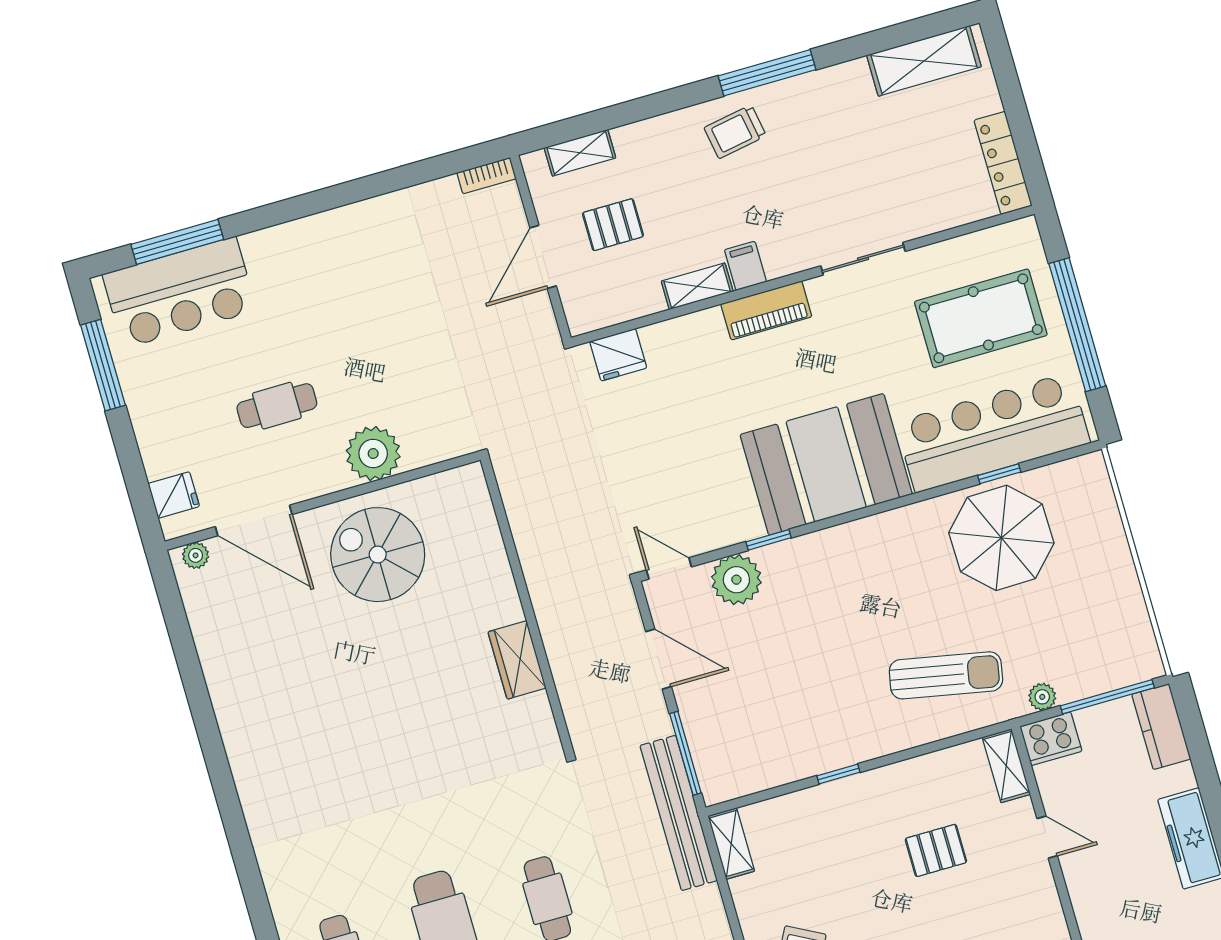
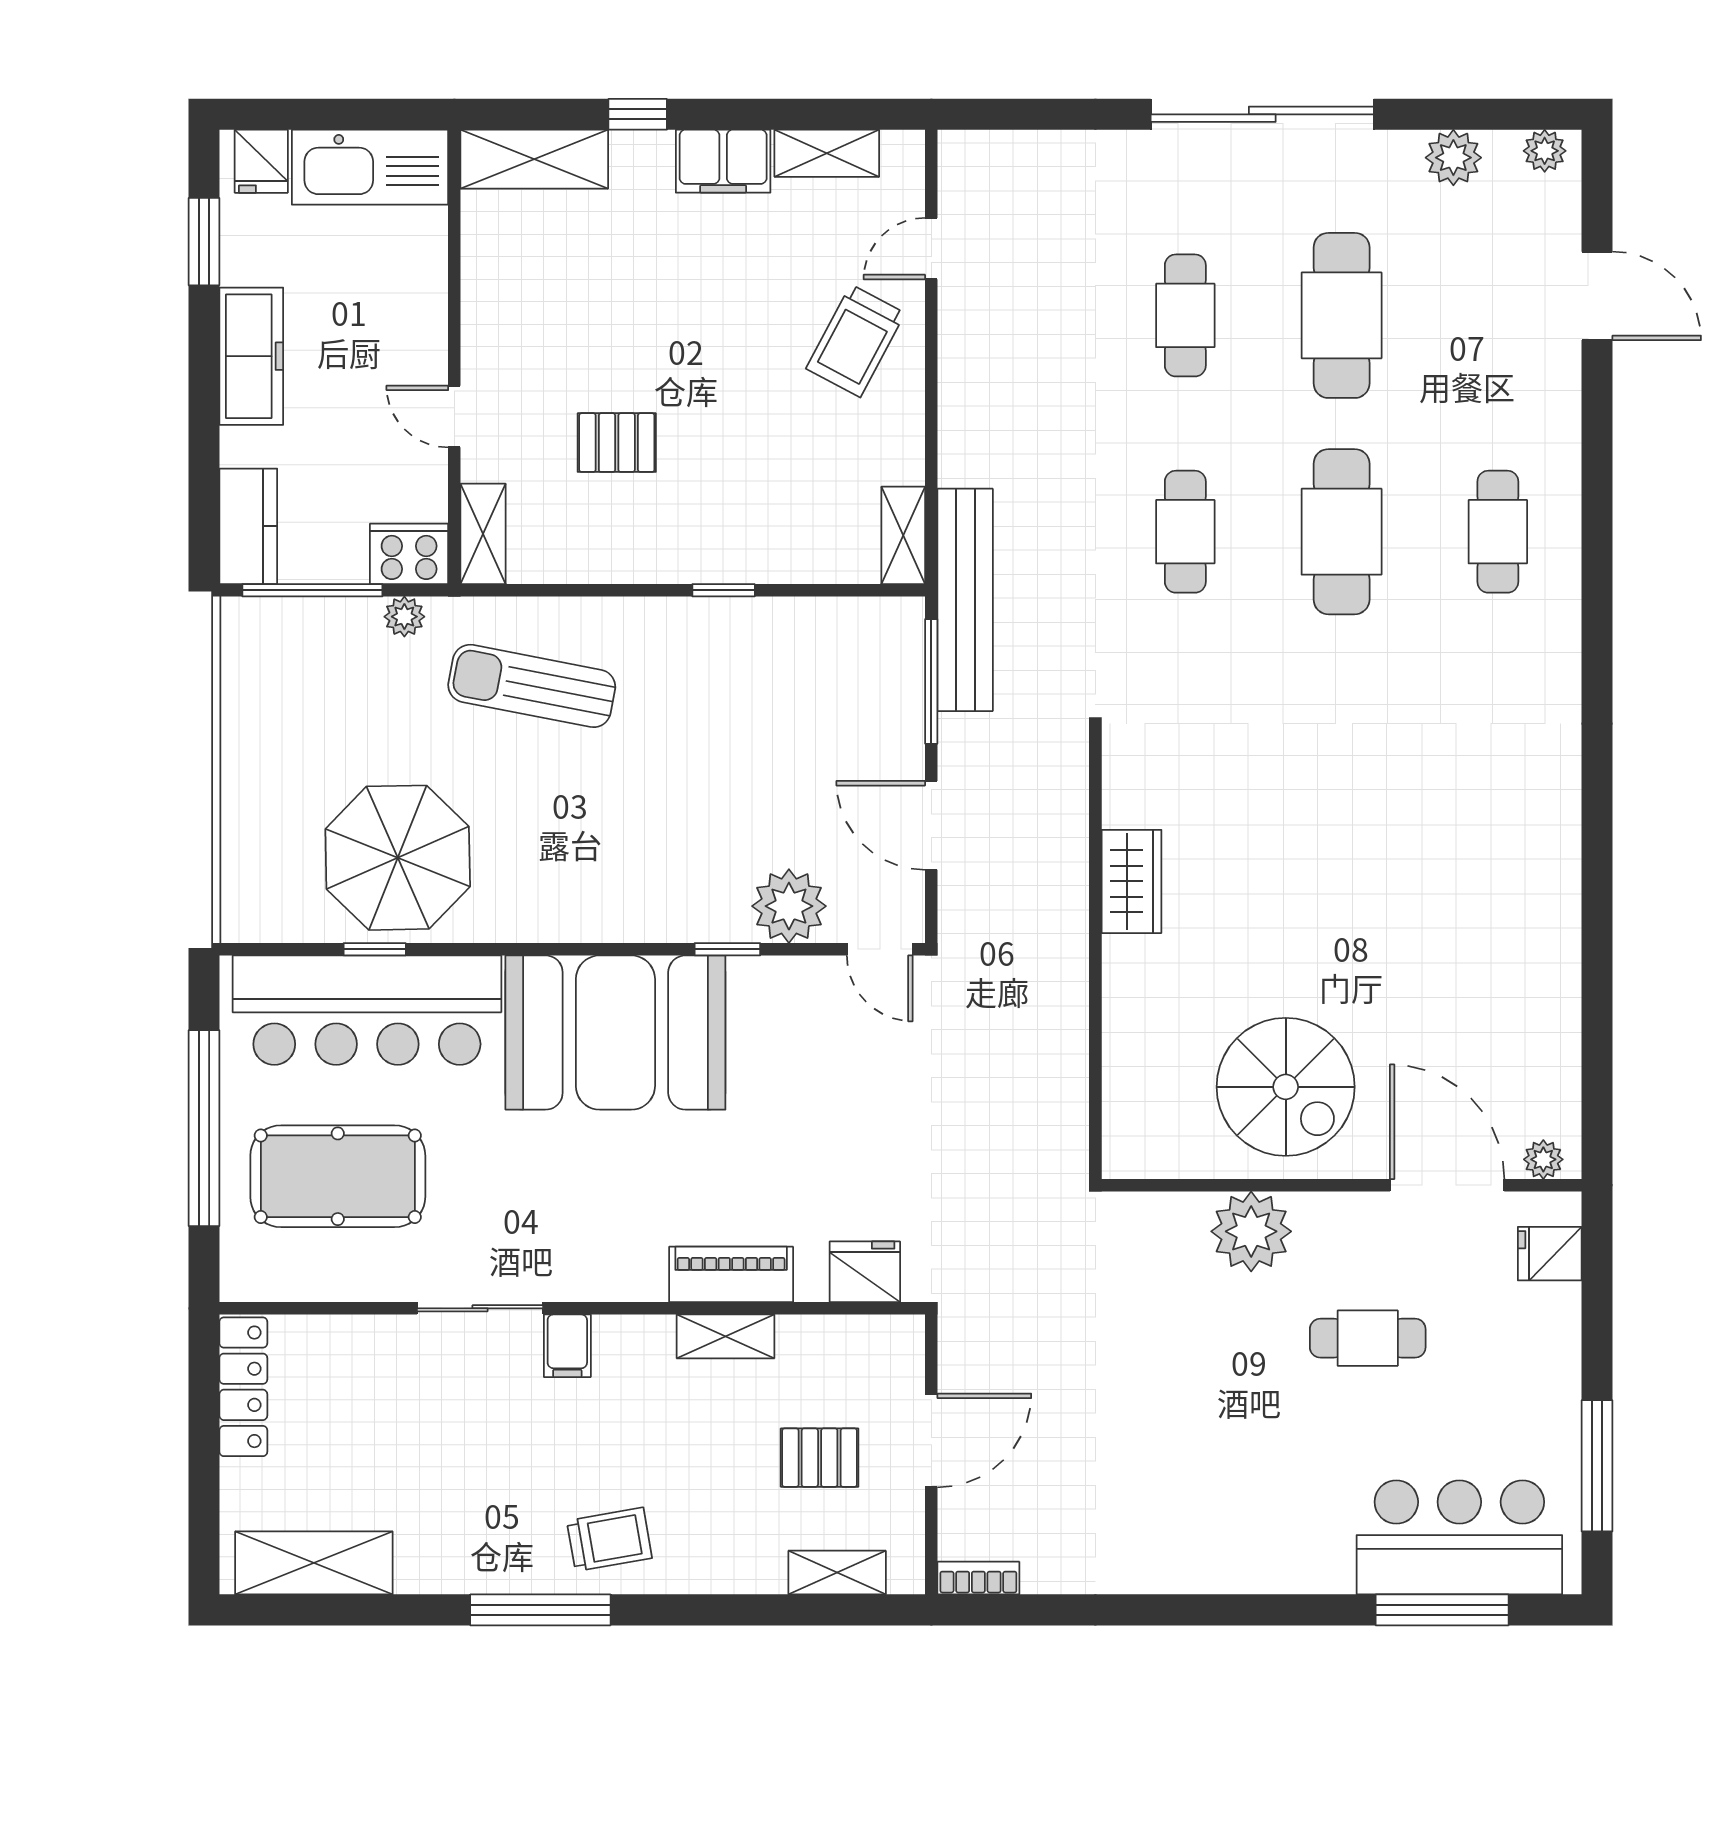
filing cabinet: (745, 266) -> (567, 1346), moved
piano: (766, 310) -> (731, 1274), moved

